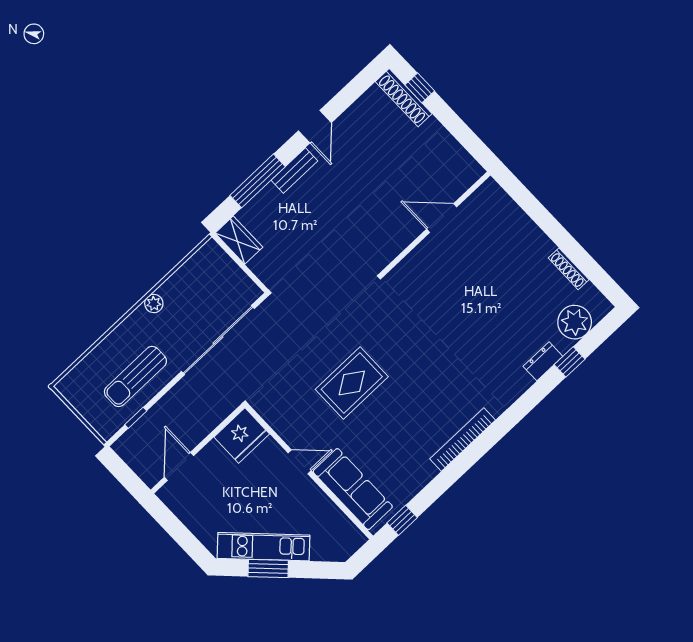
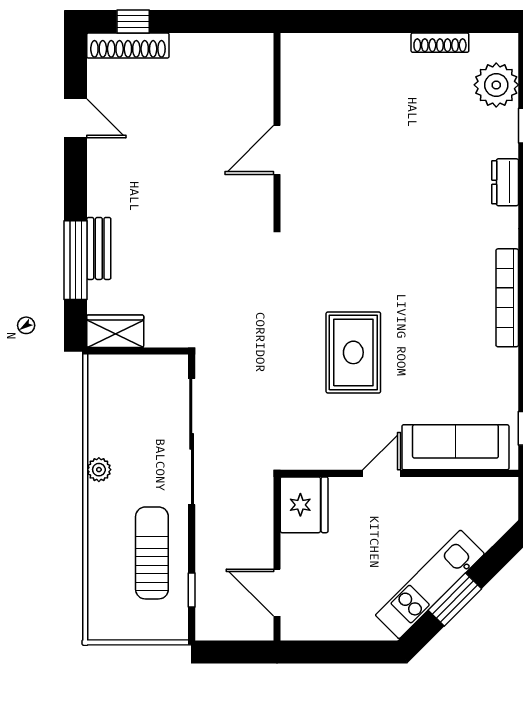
door: (315, 127) -> (76, 118), moved
bench: (294, 170) -> (99, 248), moved
door: (442, 218) -> (277, 150), moved
dresser: (543, 361) -> (505, 182), moved
sun lounger: (135, 376) -> (152, 553), turned 180

